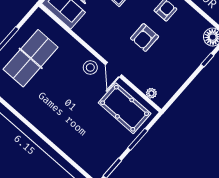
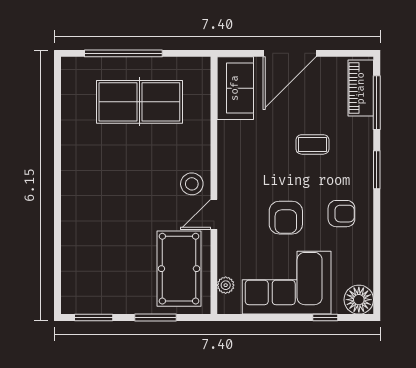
armchair: (145, 37) -> (286, 218), turned -90
corner sofa: (175, 64) -> (287, 283), added

